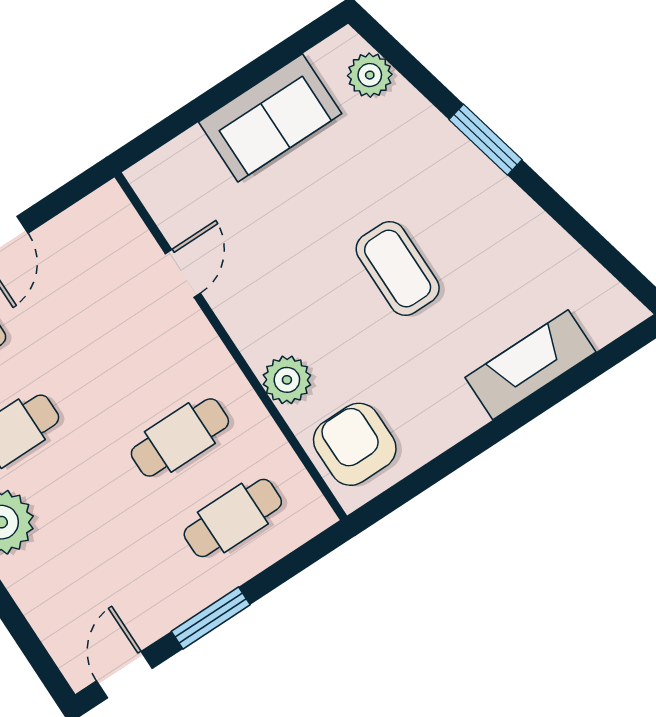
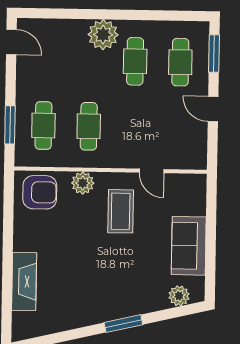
coffee table: (398, 269) -> (121, 211), moved, turned 90
window: (211, 618) -> (10, 125), moved

